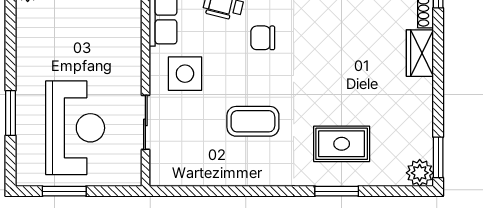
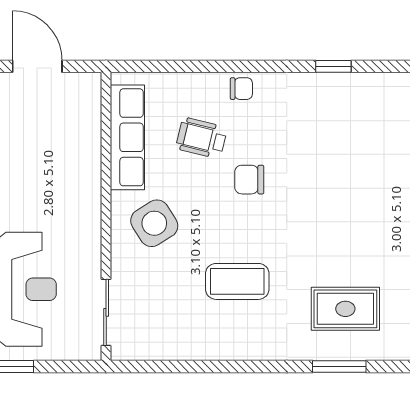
side table: (185, 74) -> (154, 223), turned -32
sliding door: (145, 122) -> (106, 312), moved

